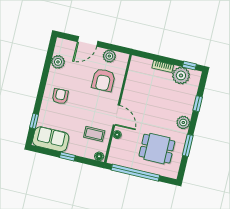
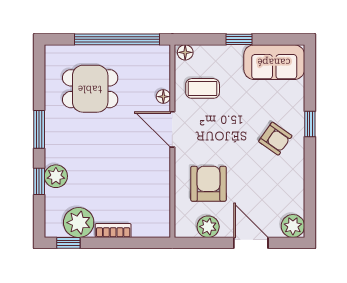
door: (88, 41) -> (251, 243), hinge flipped
plant: (58, 62) -> (293, 226), moved
armchair: (60, 96) -> (275, 139), turned -53
window: (34, 121) -> (310, 124), moved
plant: (183, 122) -> (56, 176), moved
window: (188, 145) -> (39, 129), moved

